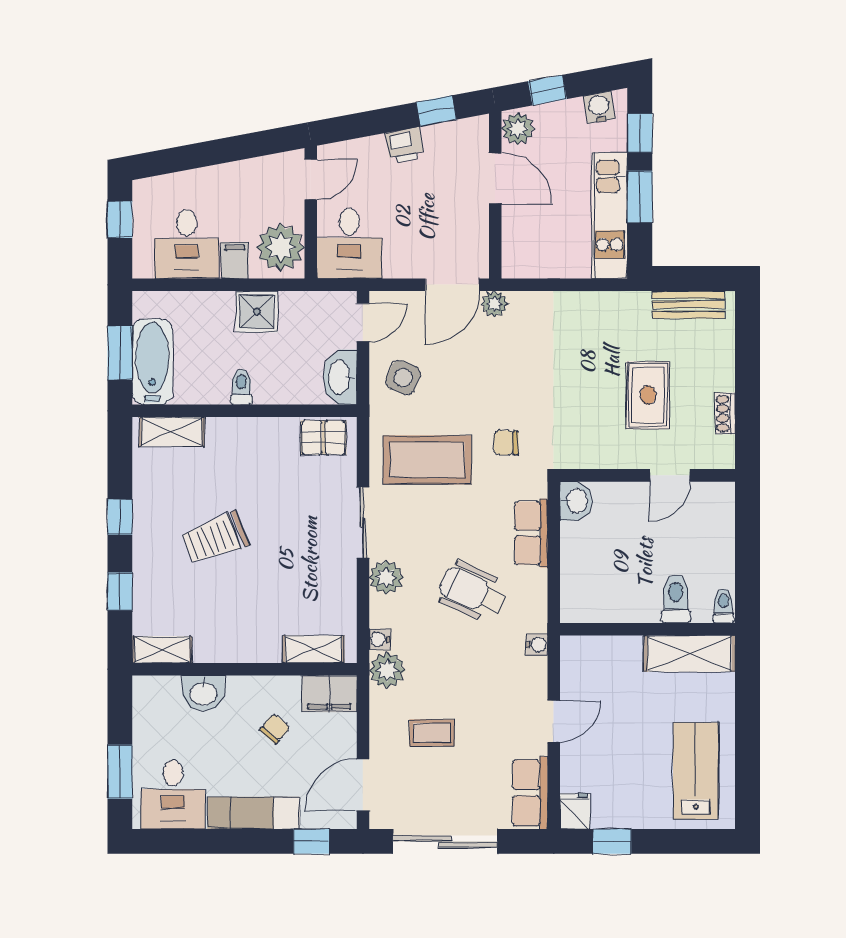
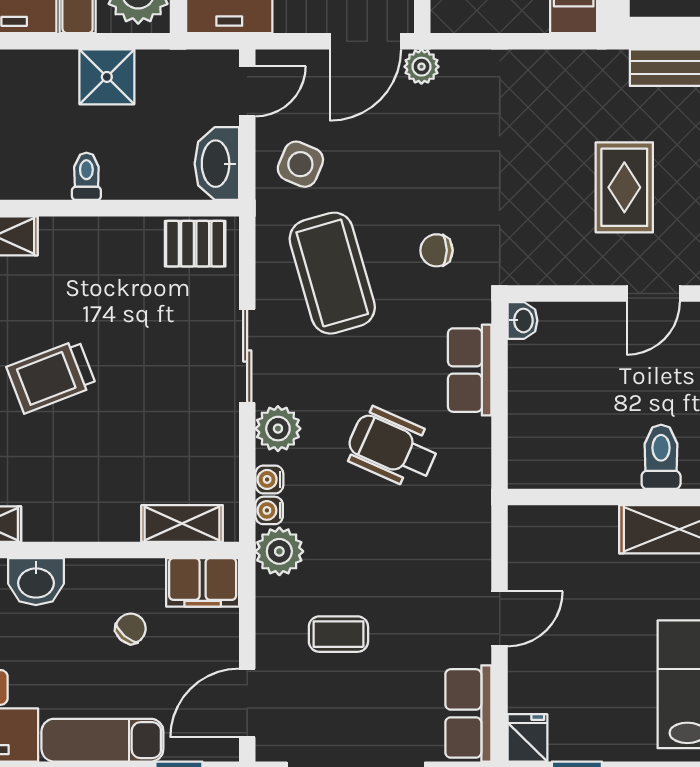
coffee table: (427, 460) -> (332, 273), turned 74
washbasin: (576, 501) -> (523, 320), width x0.72, depth x0.69
water cooler: (537, 645) -> (269, 479), moved, turned 180

